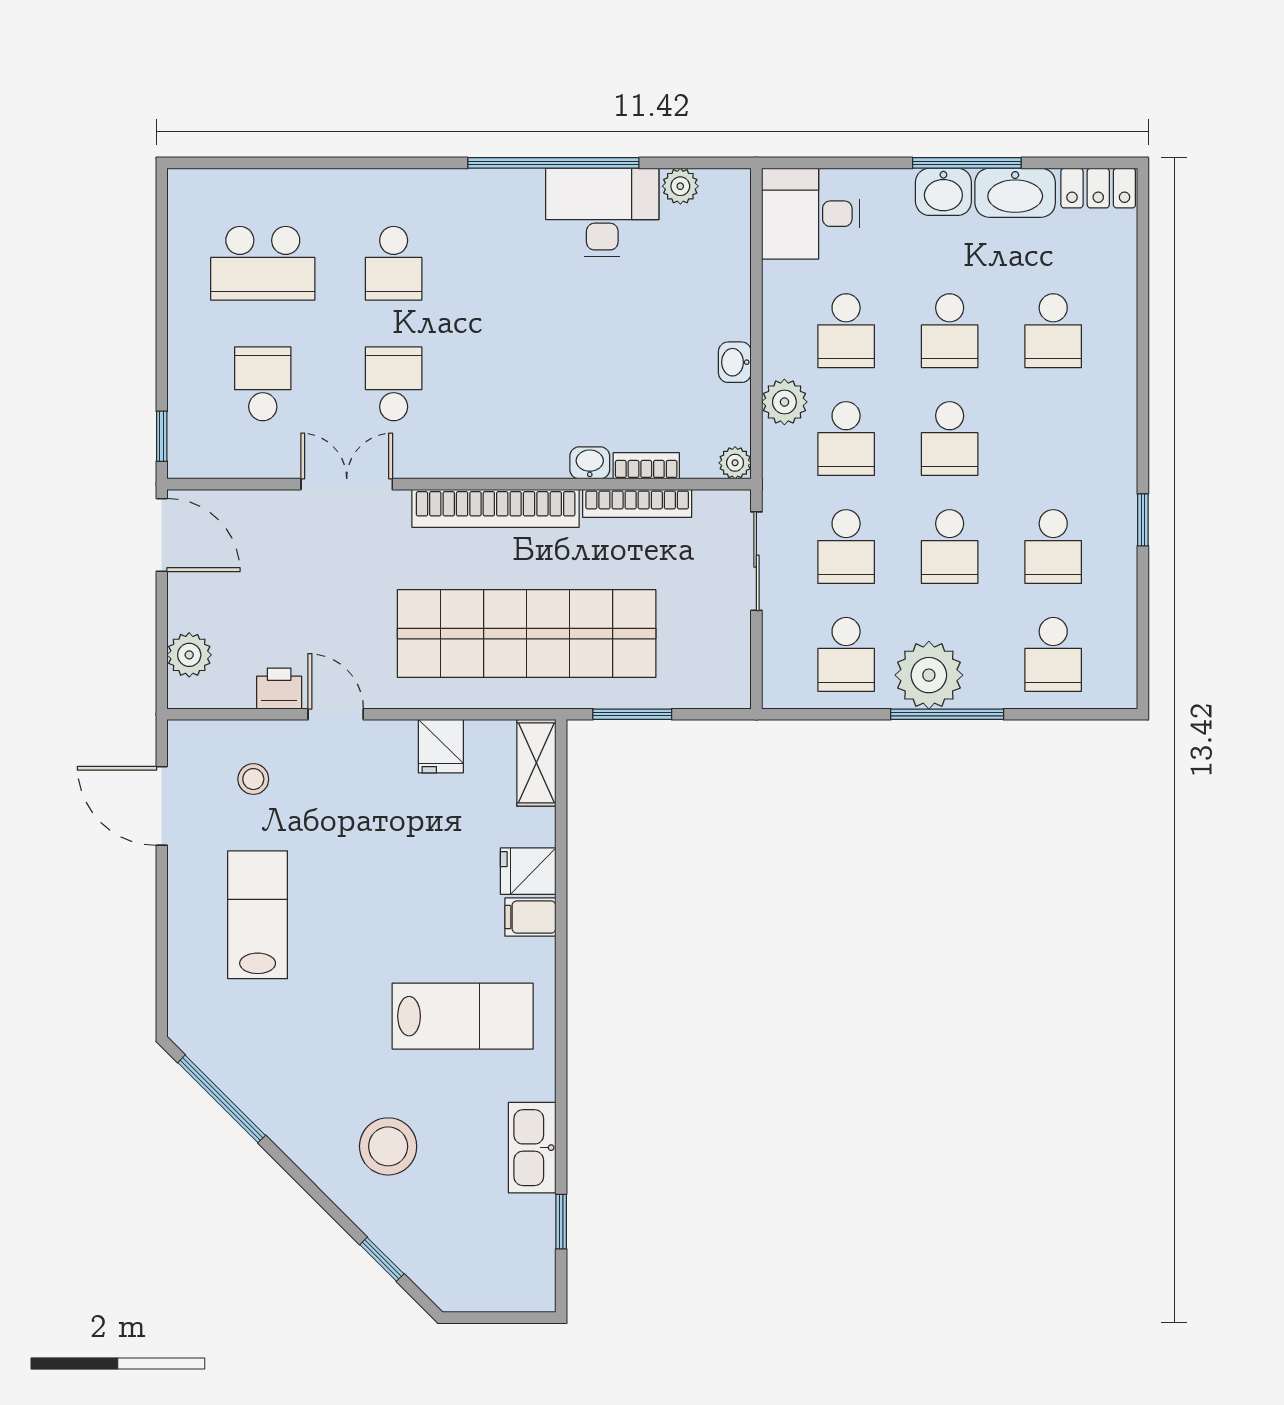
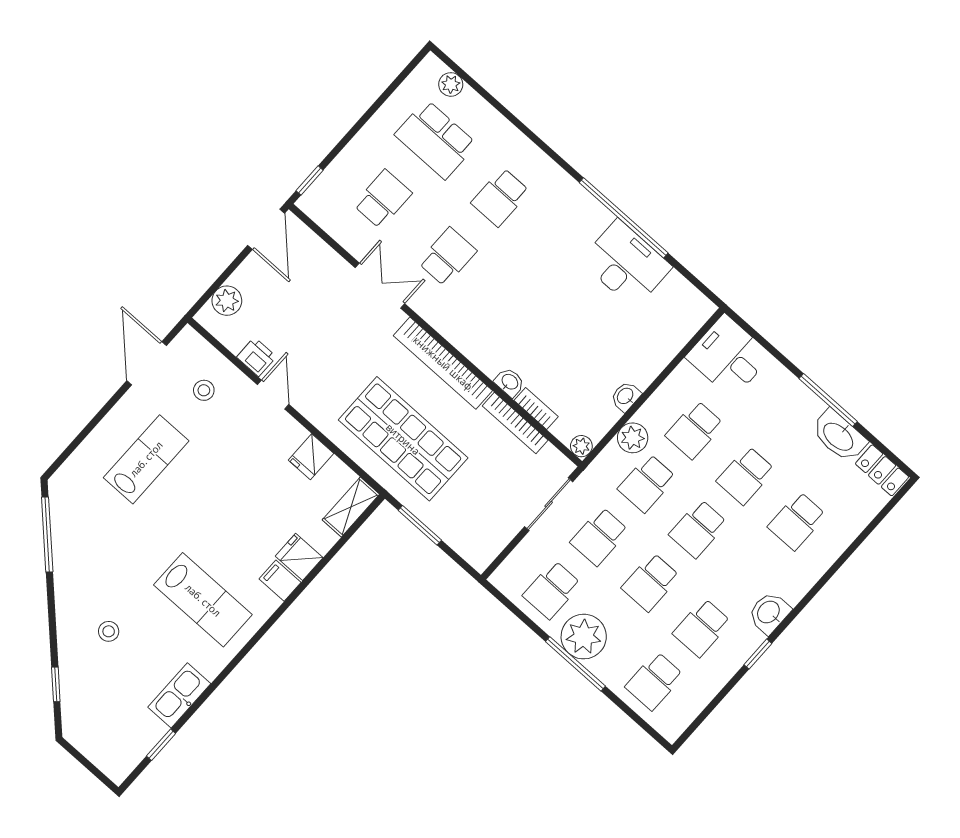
plant: (680, 186) -> (451, 84), moved
washbasin: (943, 192) -> (769, 613), moved, turned 90
shop shelf: (527, 634) -> (403, 439), width x0.71
stool: (388, 1146) -> (109, 631), width x0.53, depth x0.53

